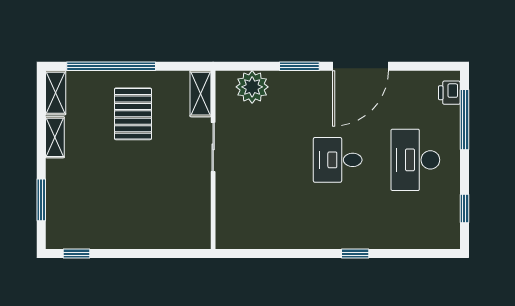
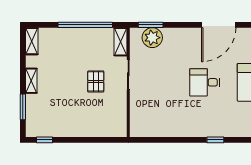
window: (111, 66) -> (85, 25), moved
window: (299, 66) -> (151, 25), moved
pallet: (133, 114) -> (96, 81), moved, width x0.67, depth x0.71
shelving: (55, 137) -> (31, 81), moved

